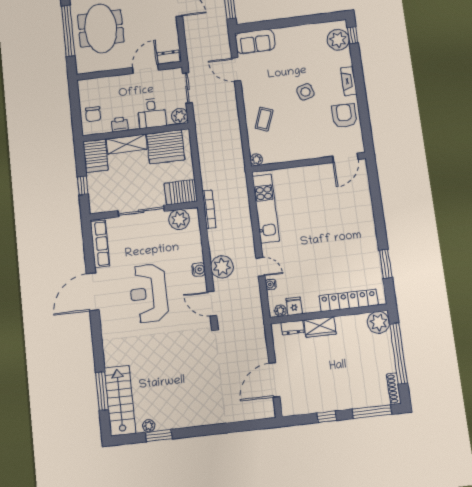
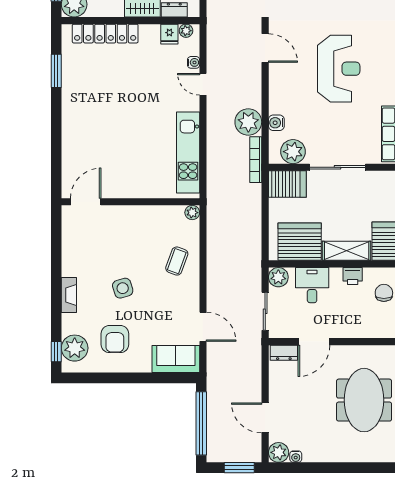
armchair: (344, 116) -> (115, 339), moved
plant: (222, 267) -> (248, 122), moved
water cooler: (199, 270) -> (276, 123), moved

